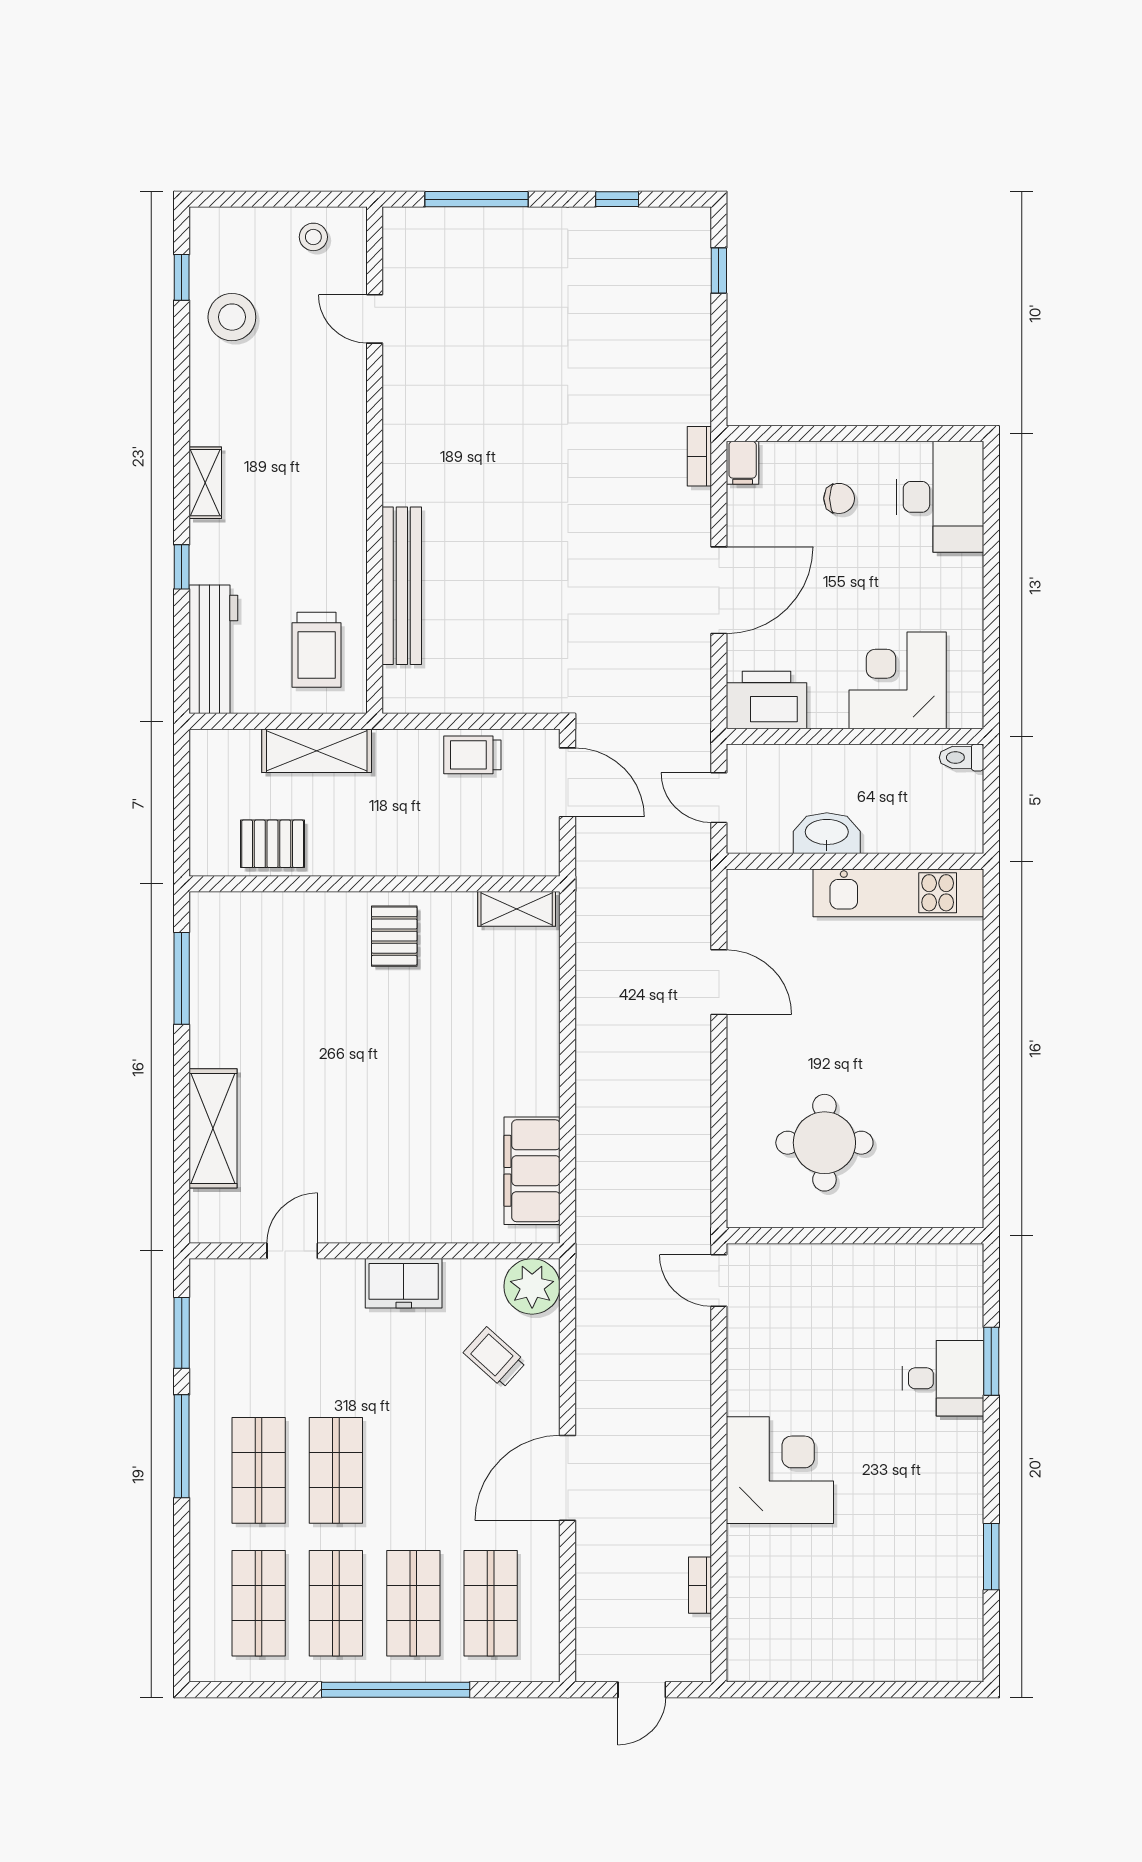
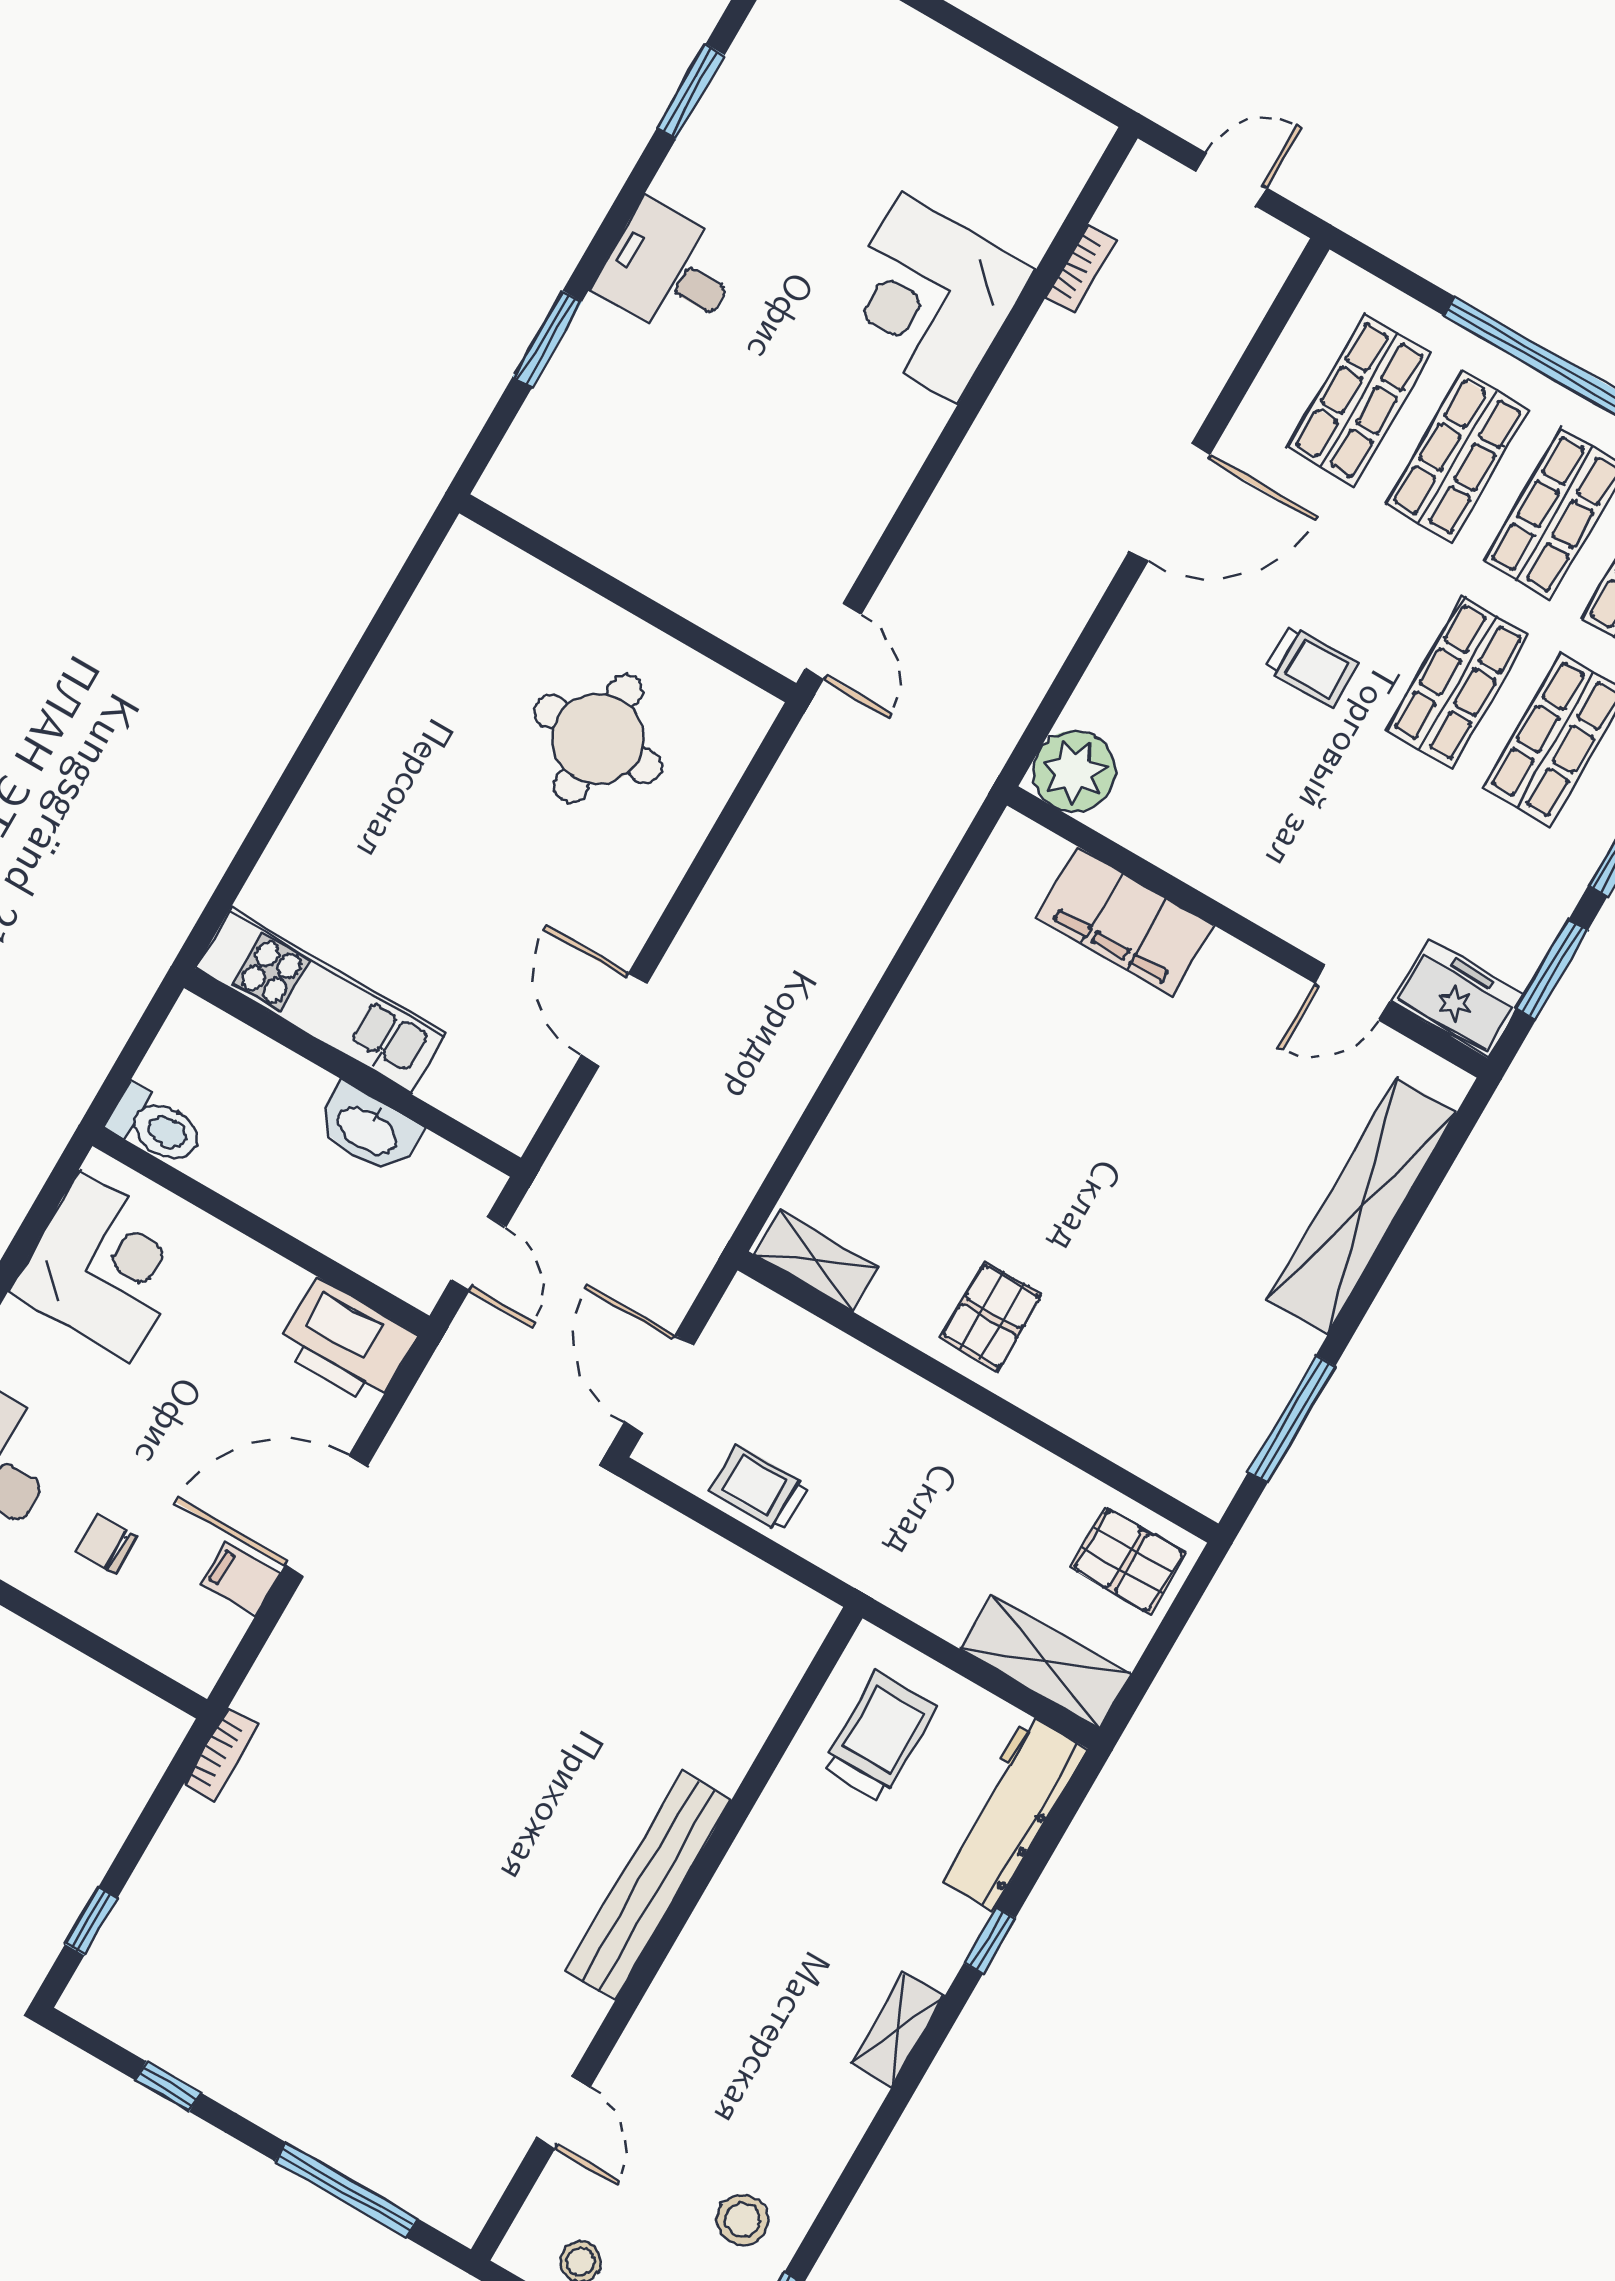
stool: (232, 317) -> (742, 2220), width x0.73, depth x0.73
bookcase: (699, 456) -> (221, 1755), moved
filing cabinet: (743, 463) -> (241, 1578), moved, turned -90
bench: (402, 586) -> (649, 1886), moved
corner desk: (898, 680) -> (105, 1266), moved, turned -90
shelving: (317, 751) -> (1046, 1662), moved
trolley: (472, 755) -> (759, 1489), turned 180
toilet: (962, 757) -> (156, 1126), width x1.37, depth x1.39
pallet: (273, 844) -> (1128, 1561), moved
shelving: (213, 1128) -> (1362, 1206), width x1.47
filing cabinet: (532, 1171) -> (1125, 921), moved, turned 90
freezer: (404, 1283) -> (1458, 999), moved
trolley: (495, 1357) -> (1312, 666), moved, turned -42
desk: (943, 1378) -> (668, 272), moved
corner desk: (780, 1470) -> (929, 298), moved

